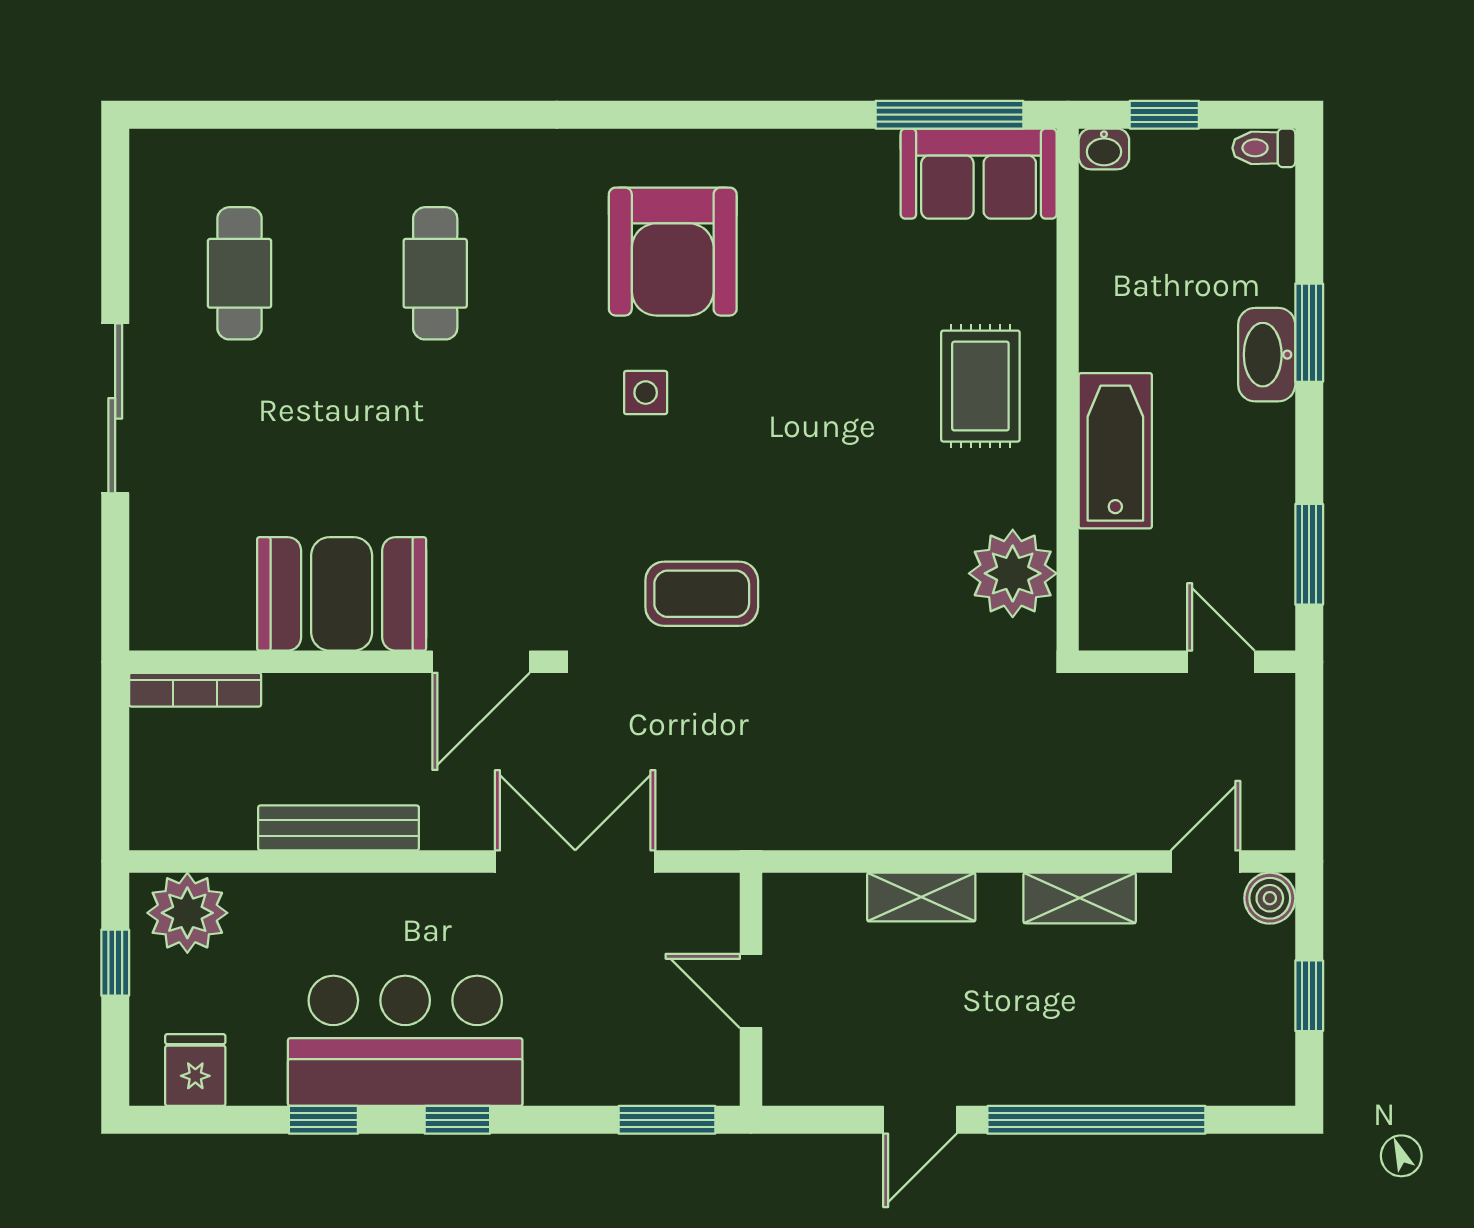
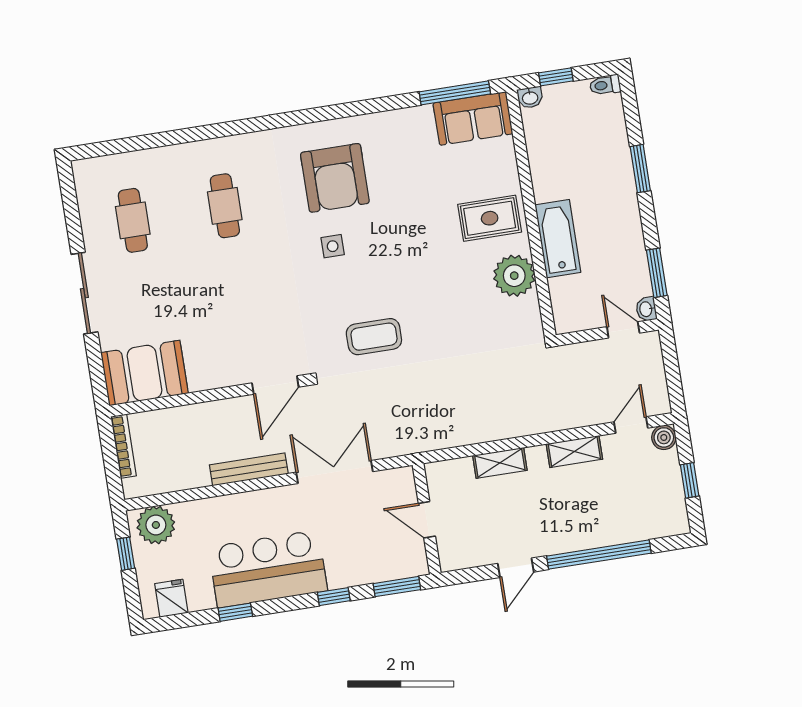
washbasin: (1267, 355) -> (646, 309), moved, width x0.52, depth x0.69
rug: (980, 386) -> (490, 218), turned 90
plant: (1013, 573) -> (514, 276), moved
booth: (342, 594) -> (144, 373), moved
bookcase: (195, 690) -> (123, 446), moved, turned -90
bench: (339, 828) -> (249, 469), moved
window: (457, 1120) -> (334, 597), moved

